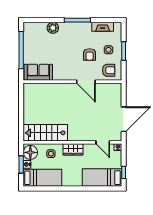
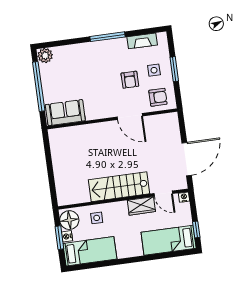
plant: (53, 28) -> (45, 56), moved
stairs: (45, 133) -> (119, 187), moved
wardrobe: (73, 149) -> (141, 206), moved

